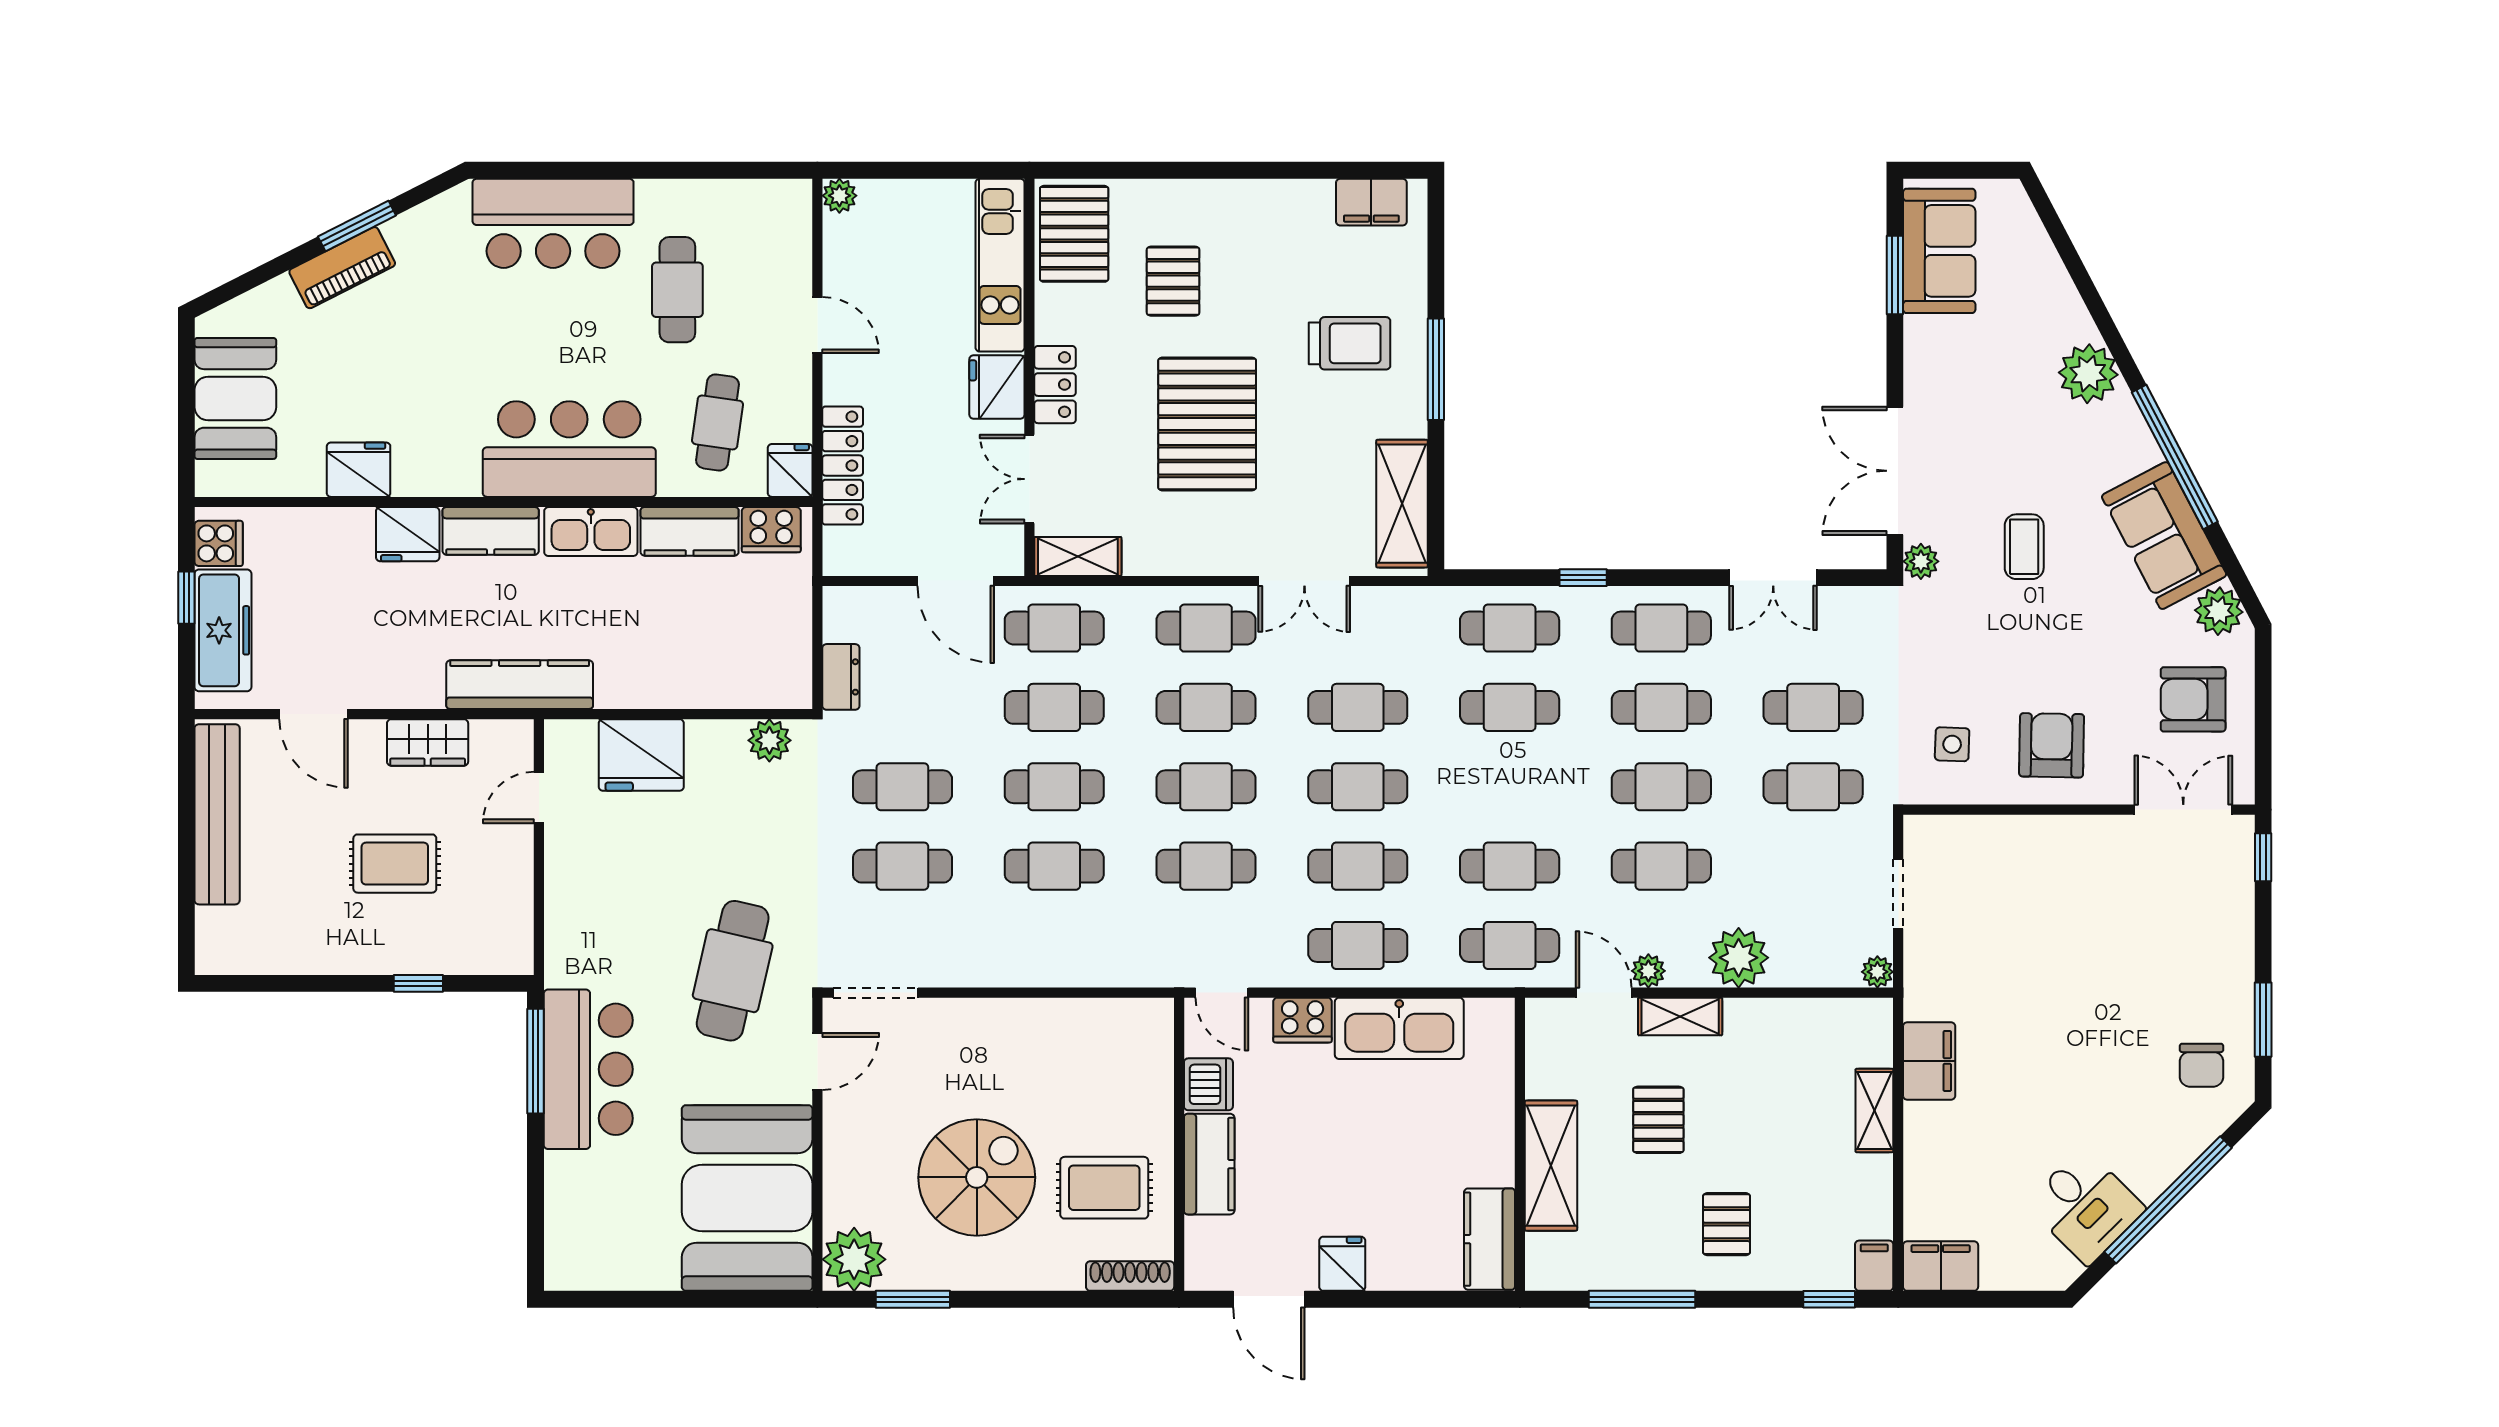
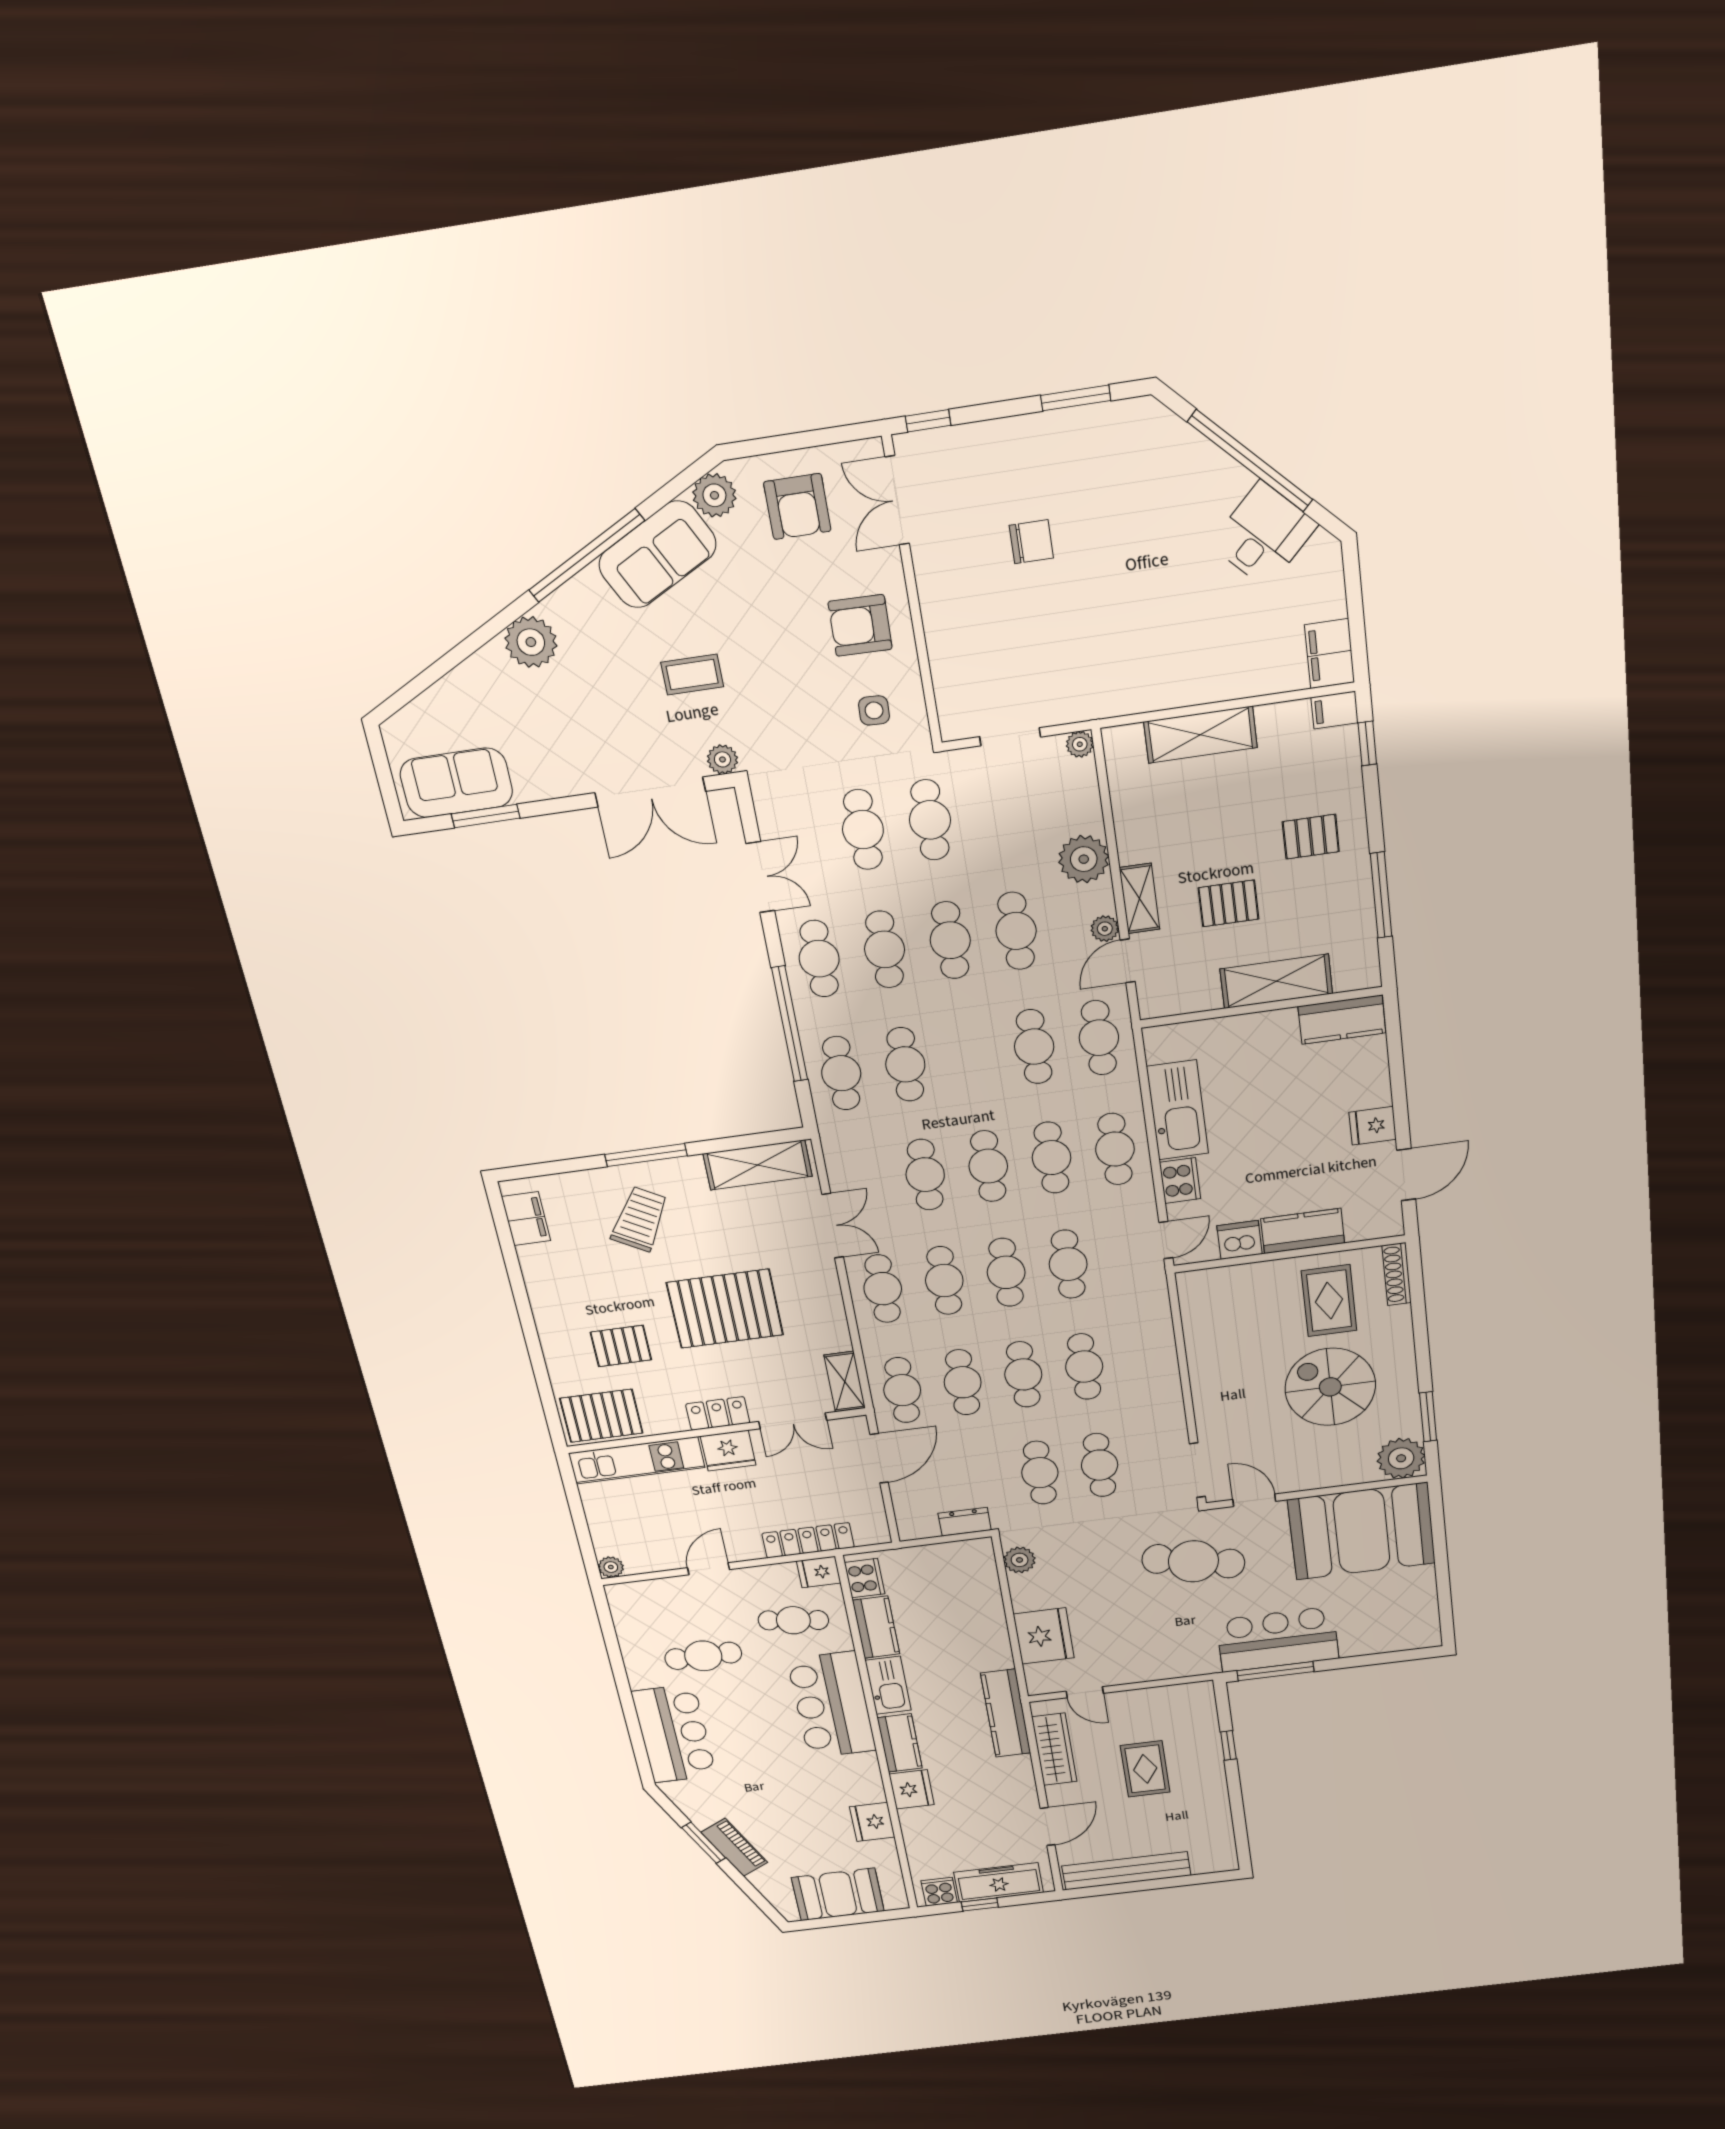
trolley: (1350, 343) -> (640, 1219), turned 30
window: (1583, 578) -> (790, 1024), width x3.17
wardrobe: (428, 742) -> (1054, 1749), width x1.50
filing cabinet: (1929, 1061) -> (1151, 690), removed
chair: (2202, 1065) -> (1031, 542), moved
shelving: (1874, 1110) -> (1200, 735), width x1.50, depth x1.33

